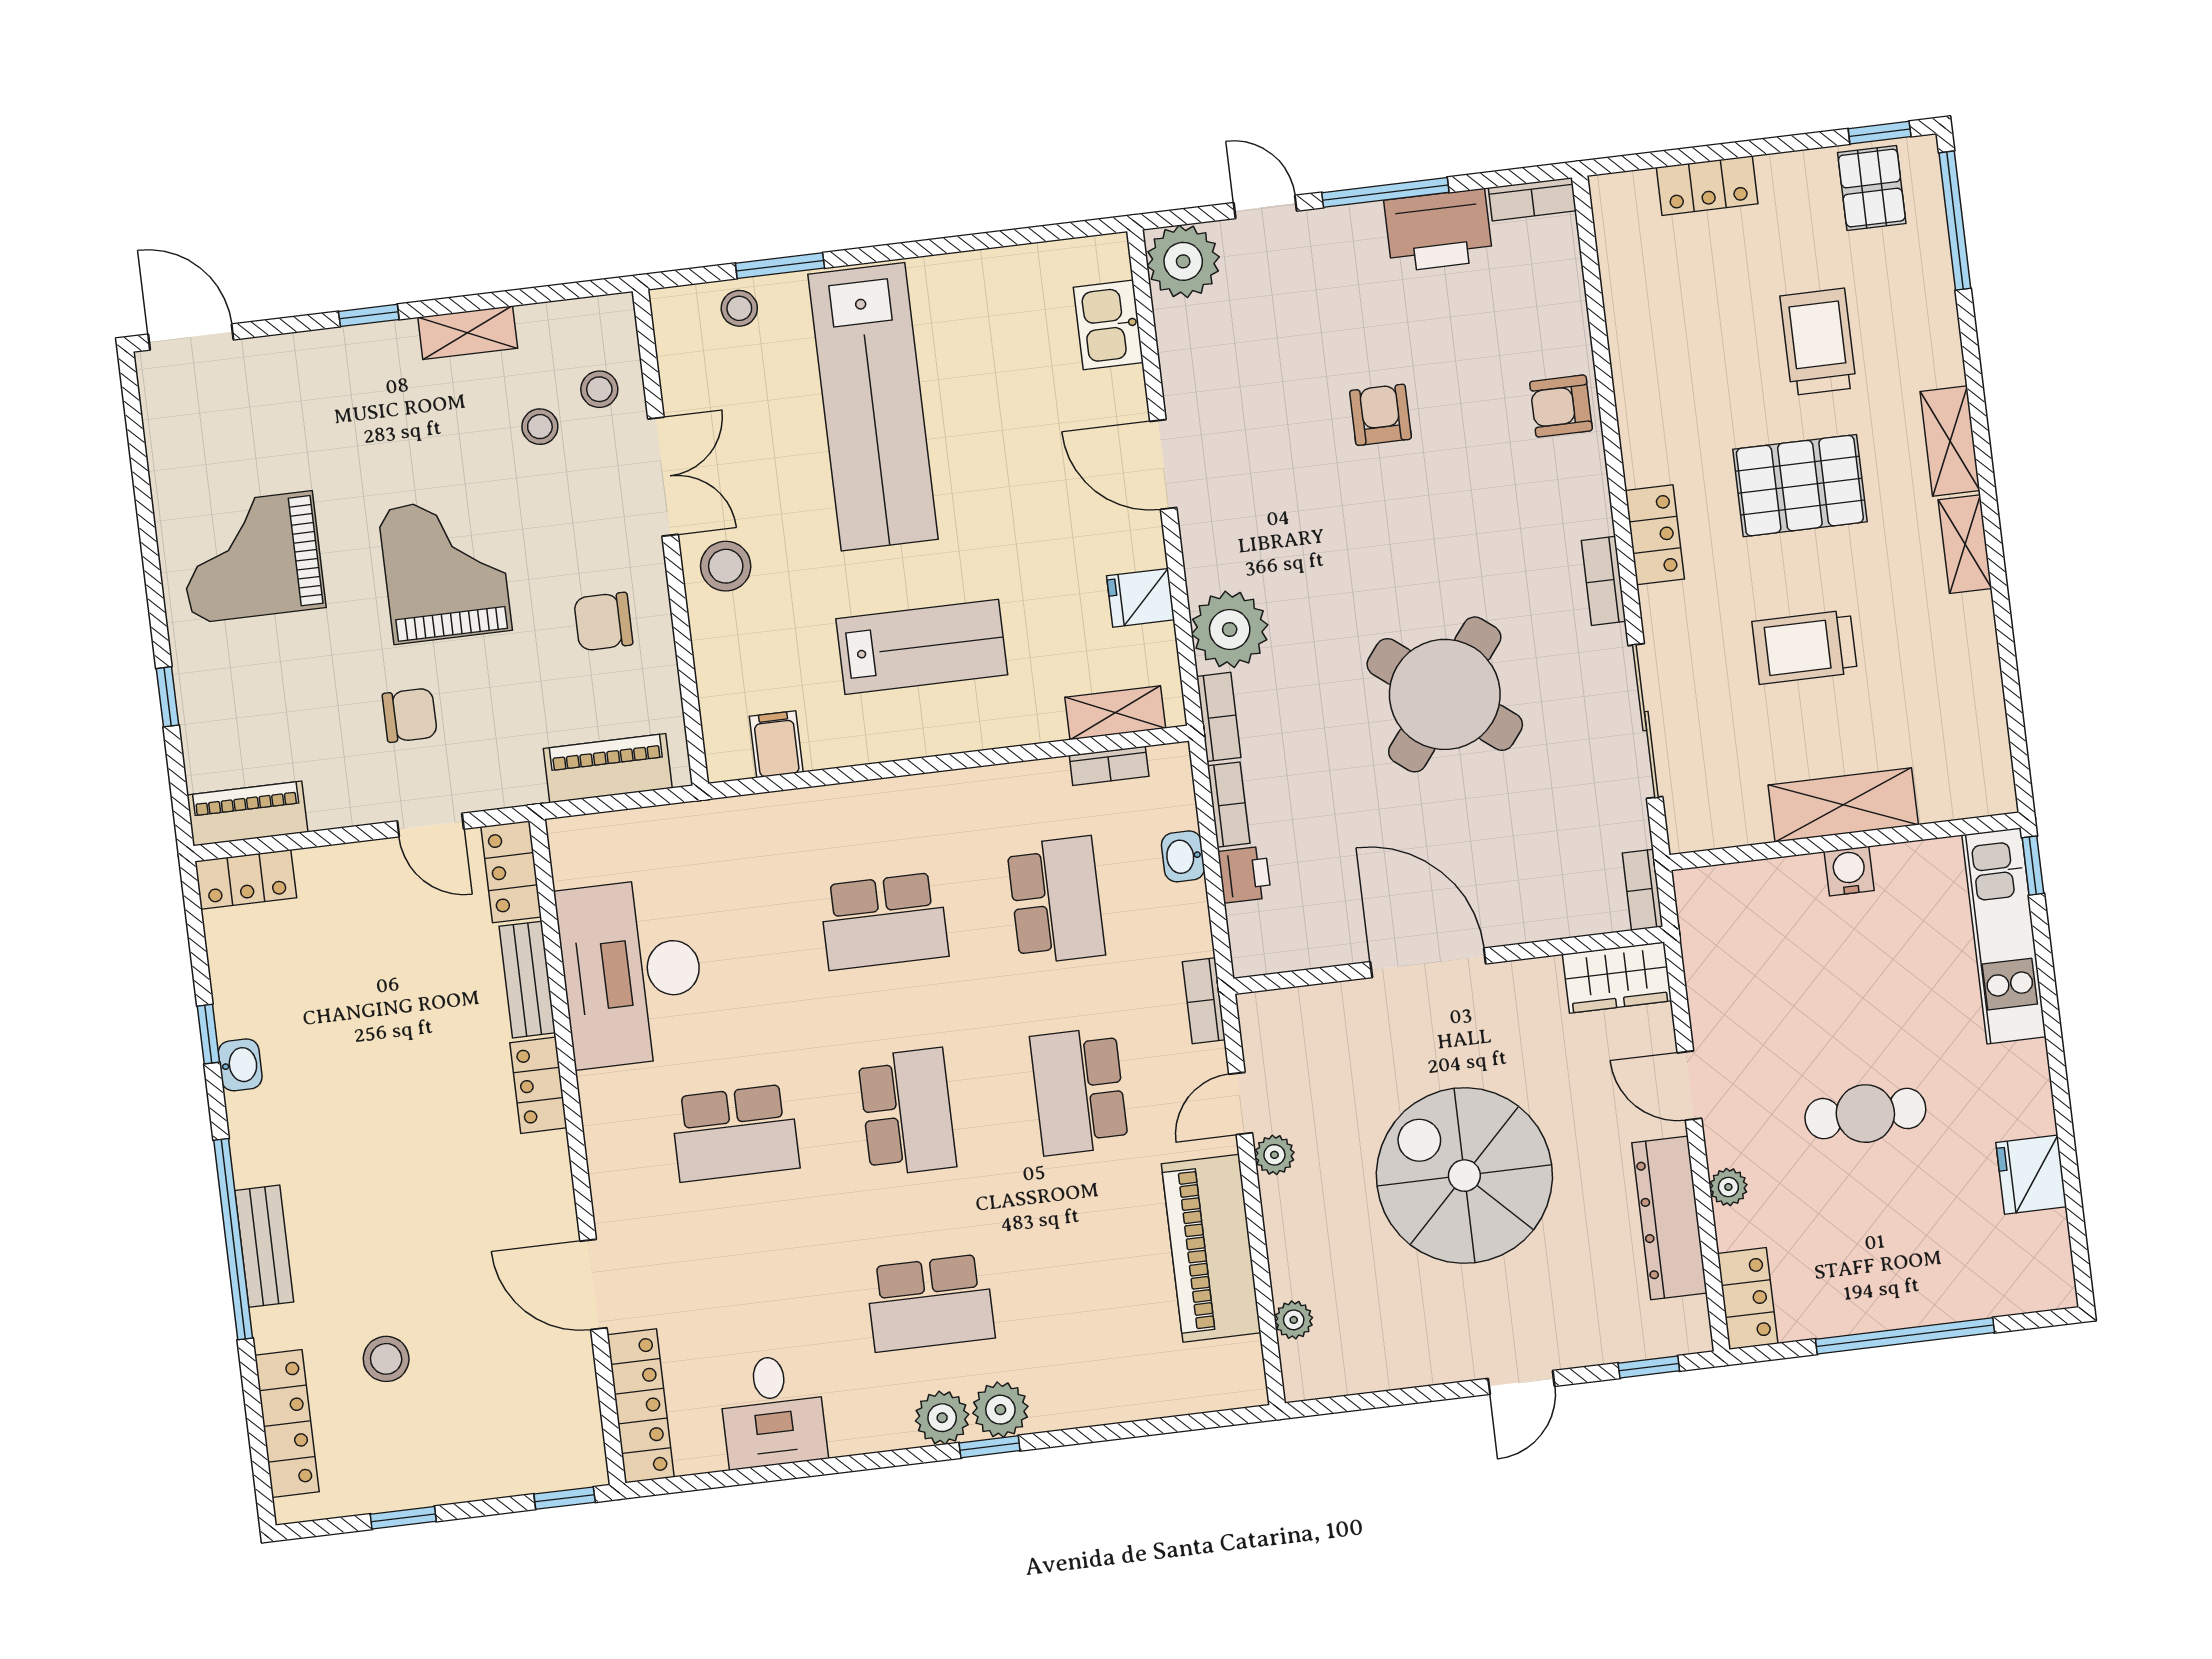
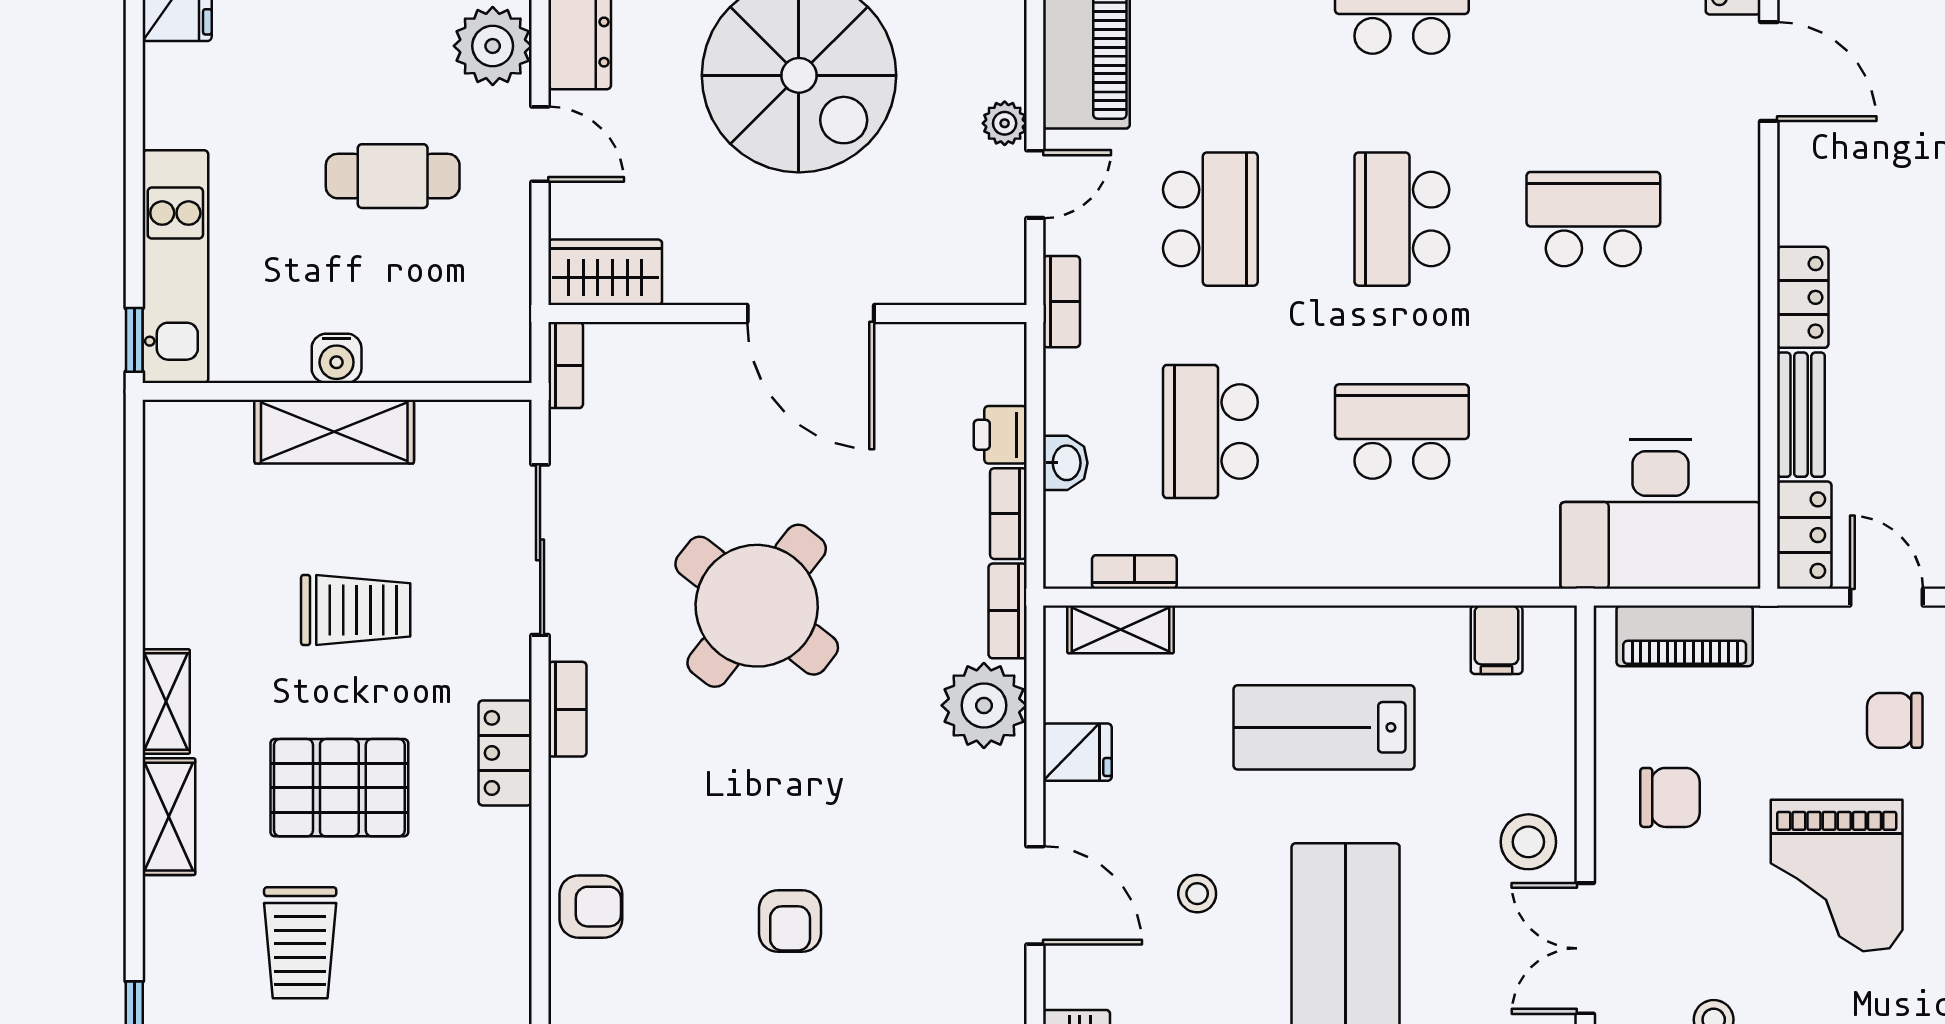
stool: (1018, 484) -> (1197, 894), added
desk: (632, 973) -> (1660, 514), moved, turned 90
cafe table: (1865, 1114) -> (393, 176), moved
plant: (1728, 1187) -> (493, 46), width x1.88, depth x1.88

